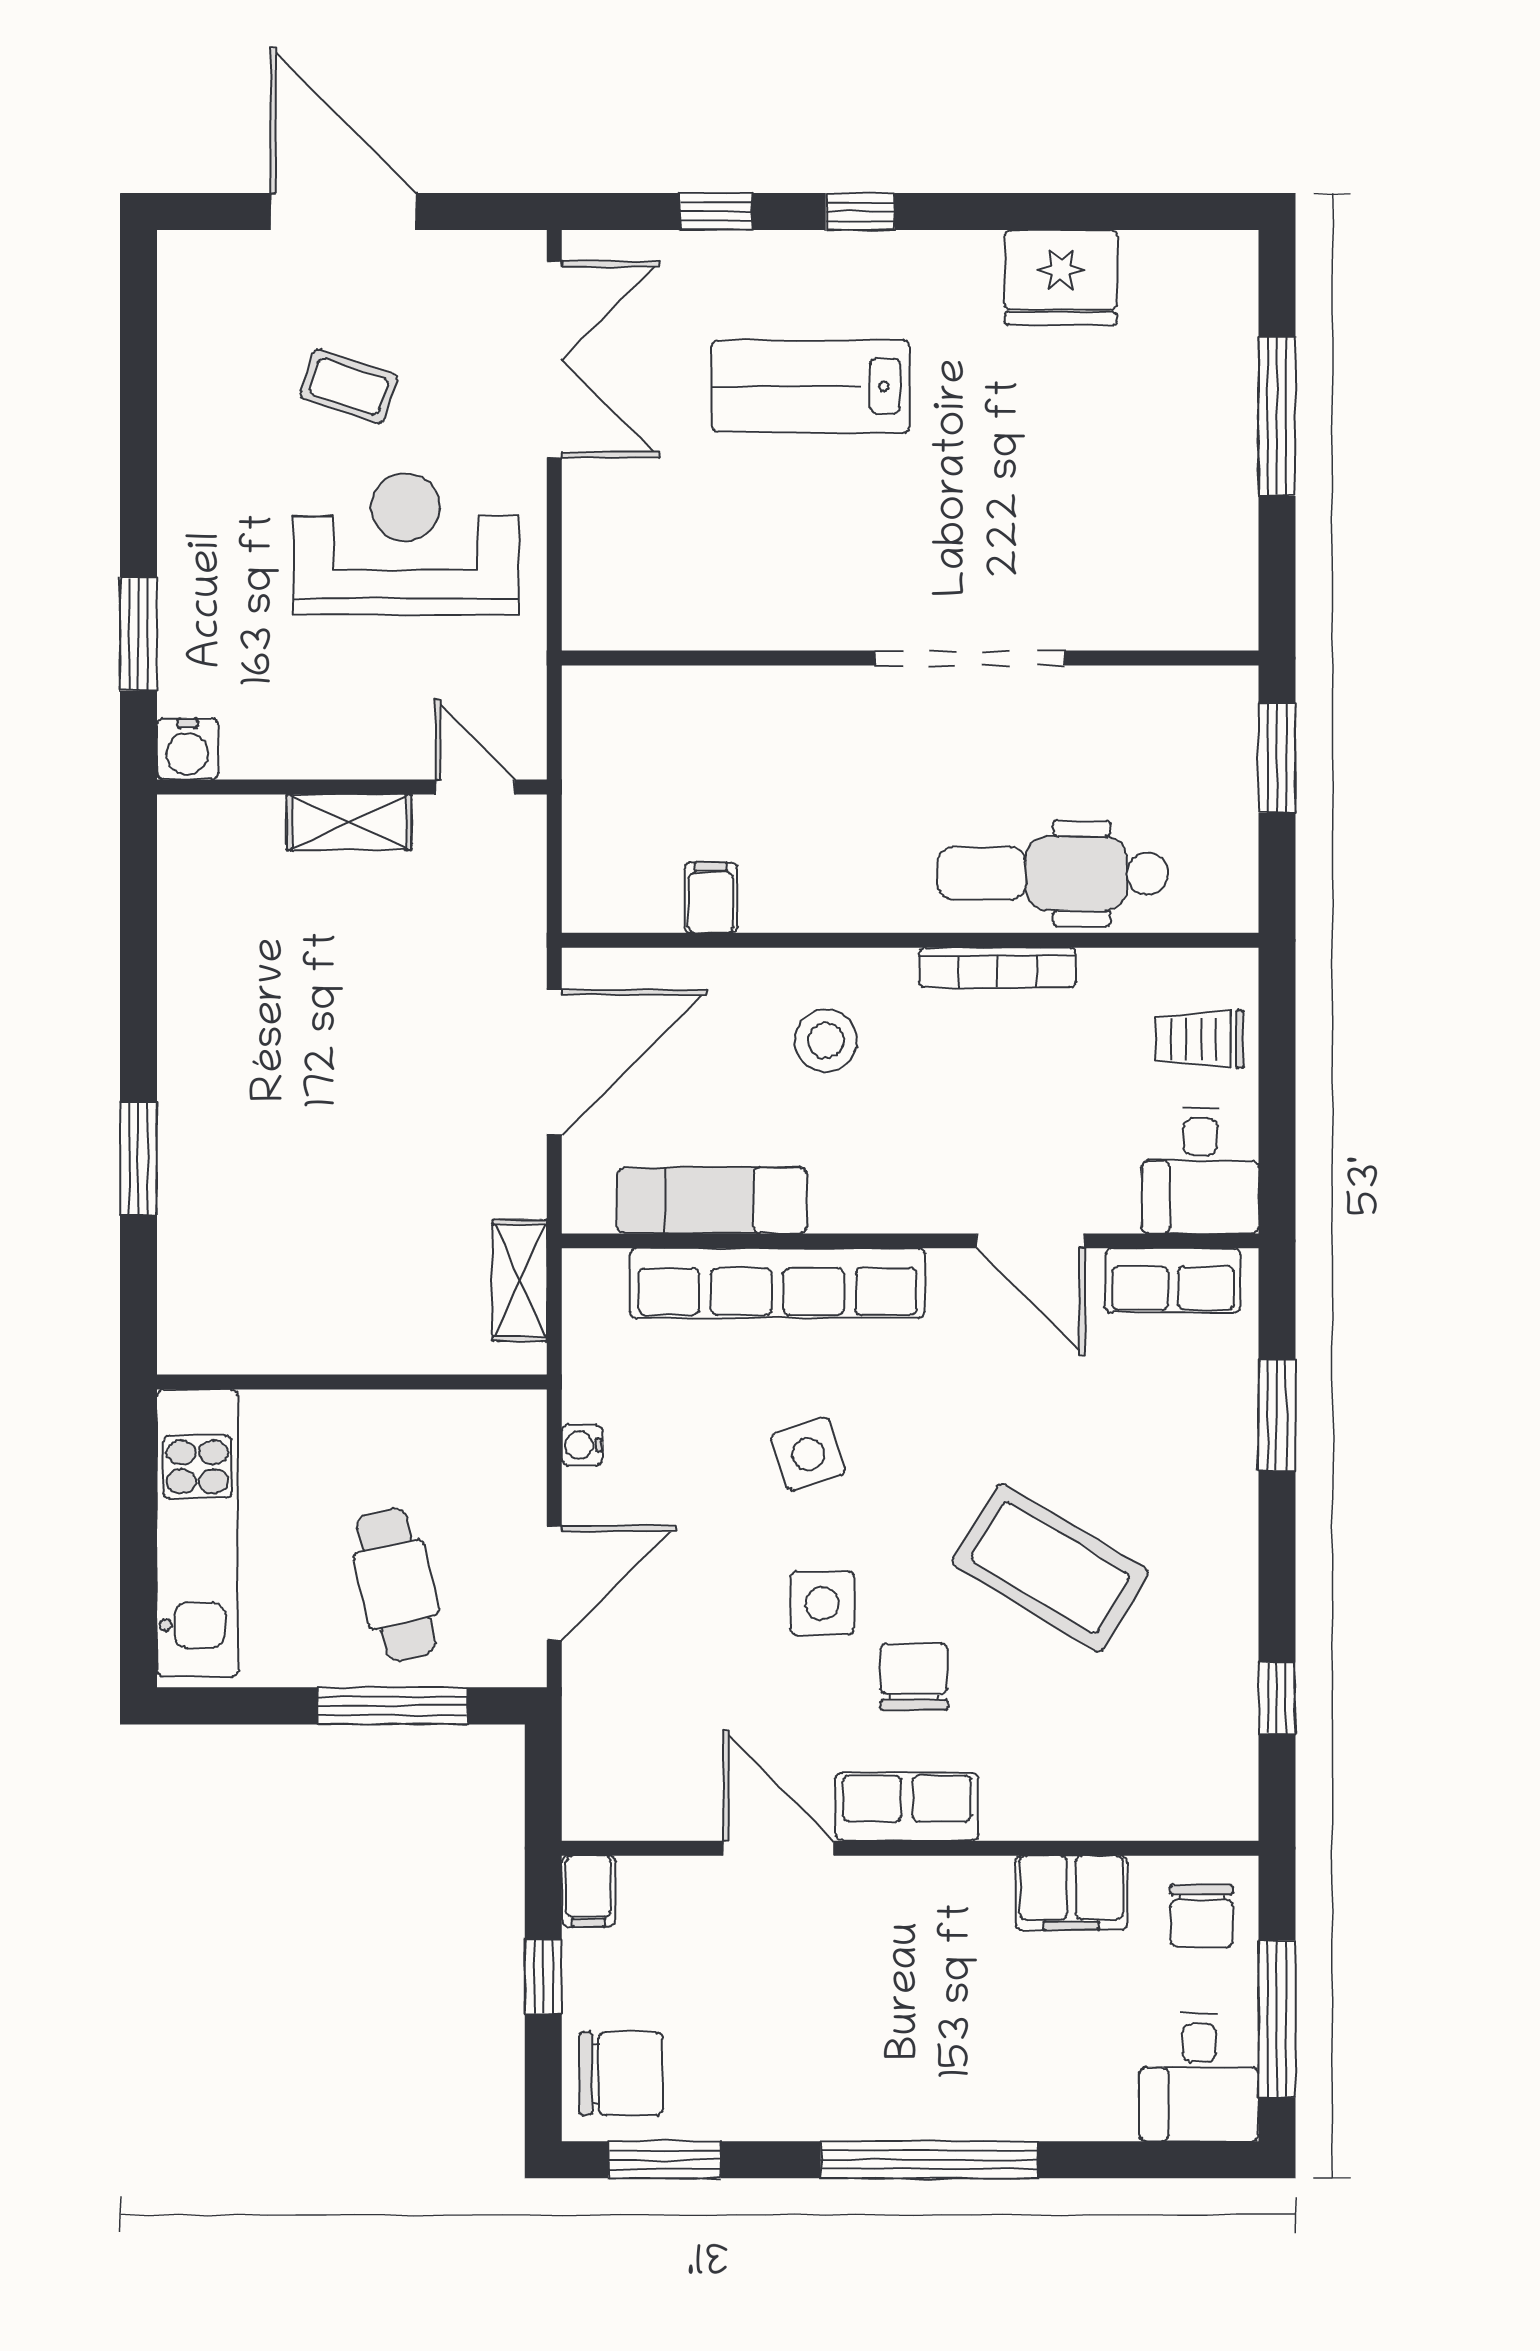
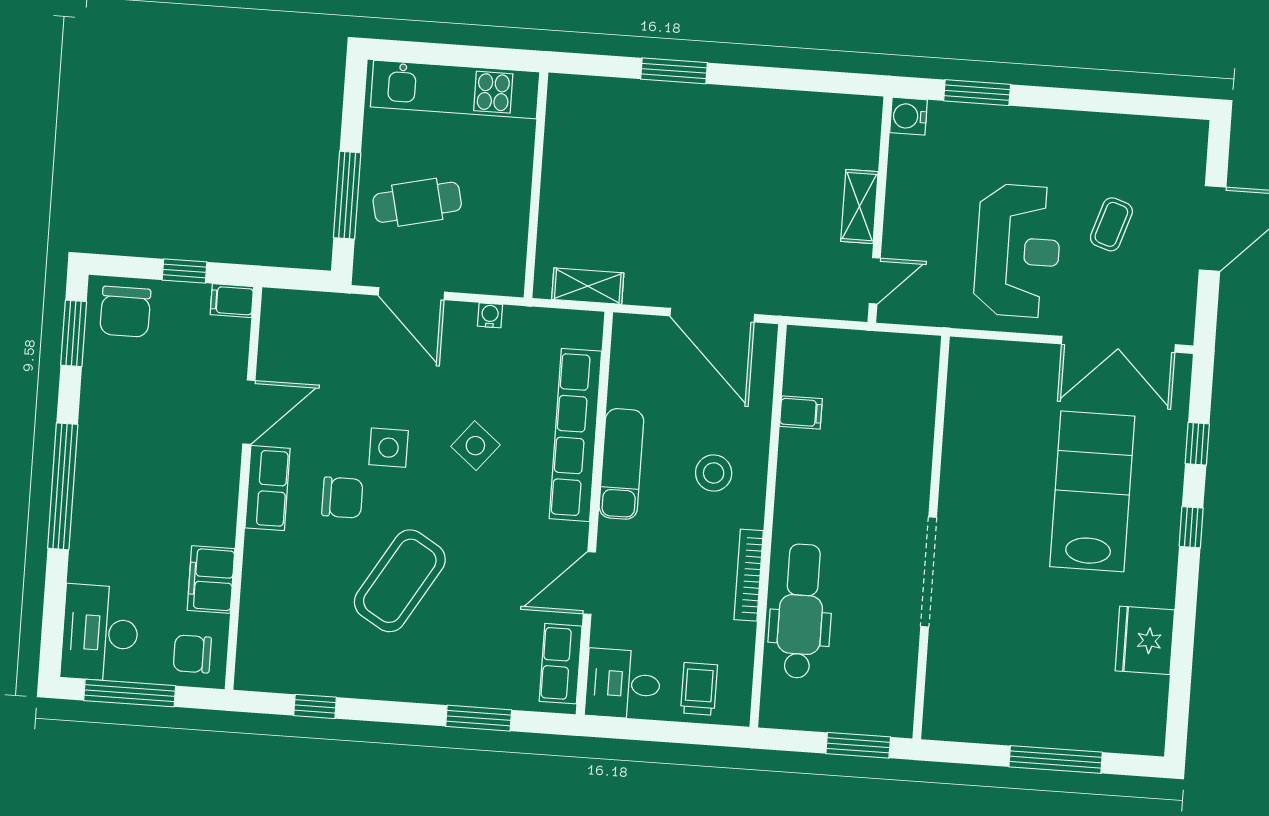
lab bench: (811, 386) -> (1092, 491), width x1.36, depth x1.39
exam couch: (712, 1200) -> (621, 464), moved
side table: (808, 1454) -> (475, 446), turned -33
desk: (1199, 2077) -> (100, 633), width x1.37

